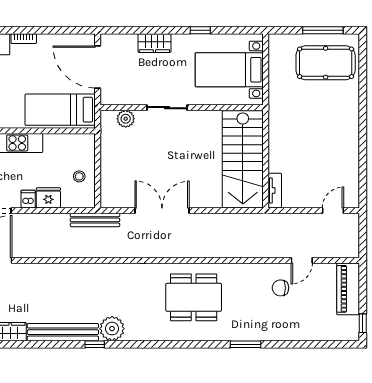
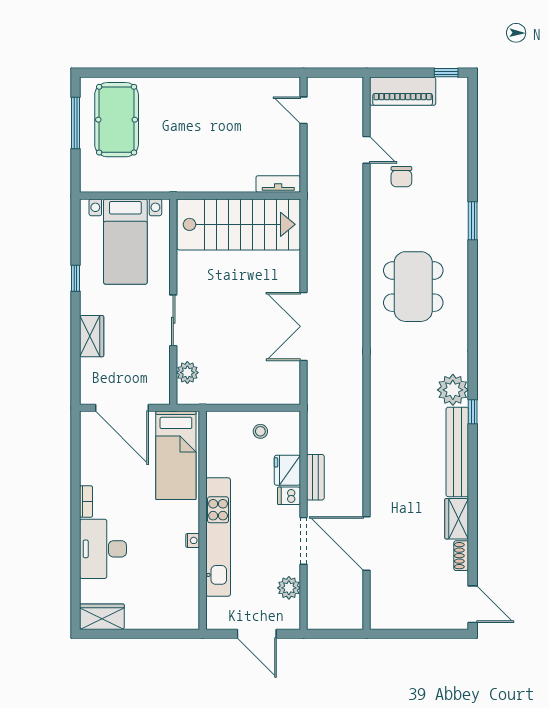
door: (98, 67) -> (122, 408), hinge flipped
bench: (95, 220) -> (315, 477), moved, width x0.73

